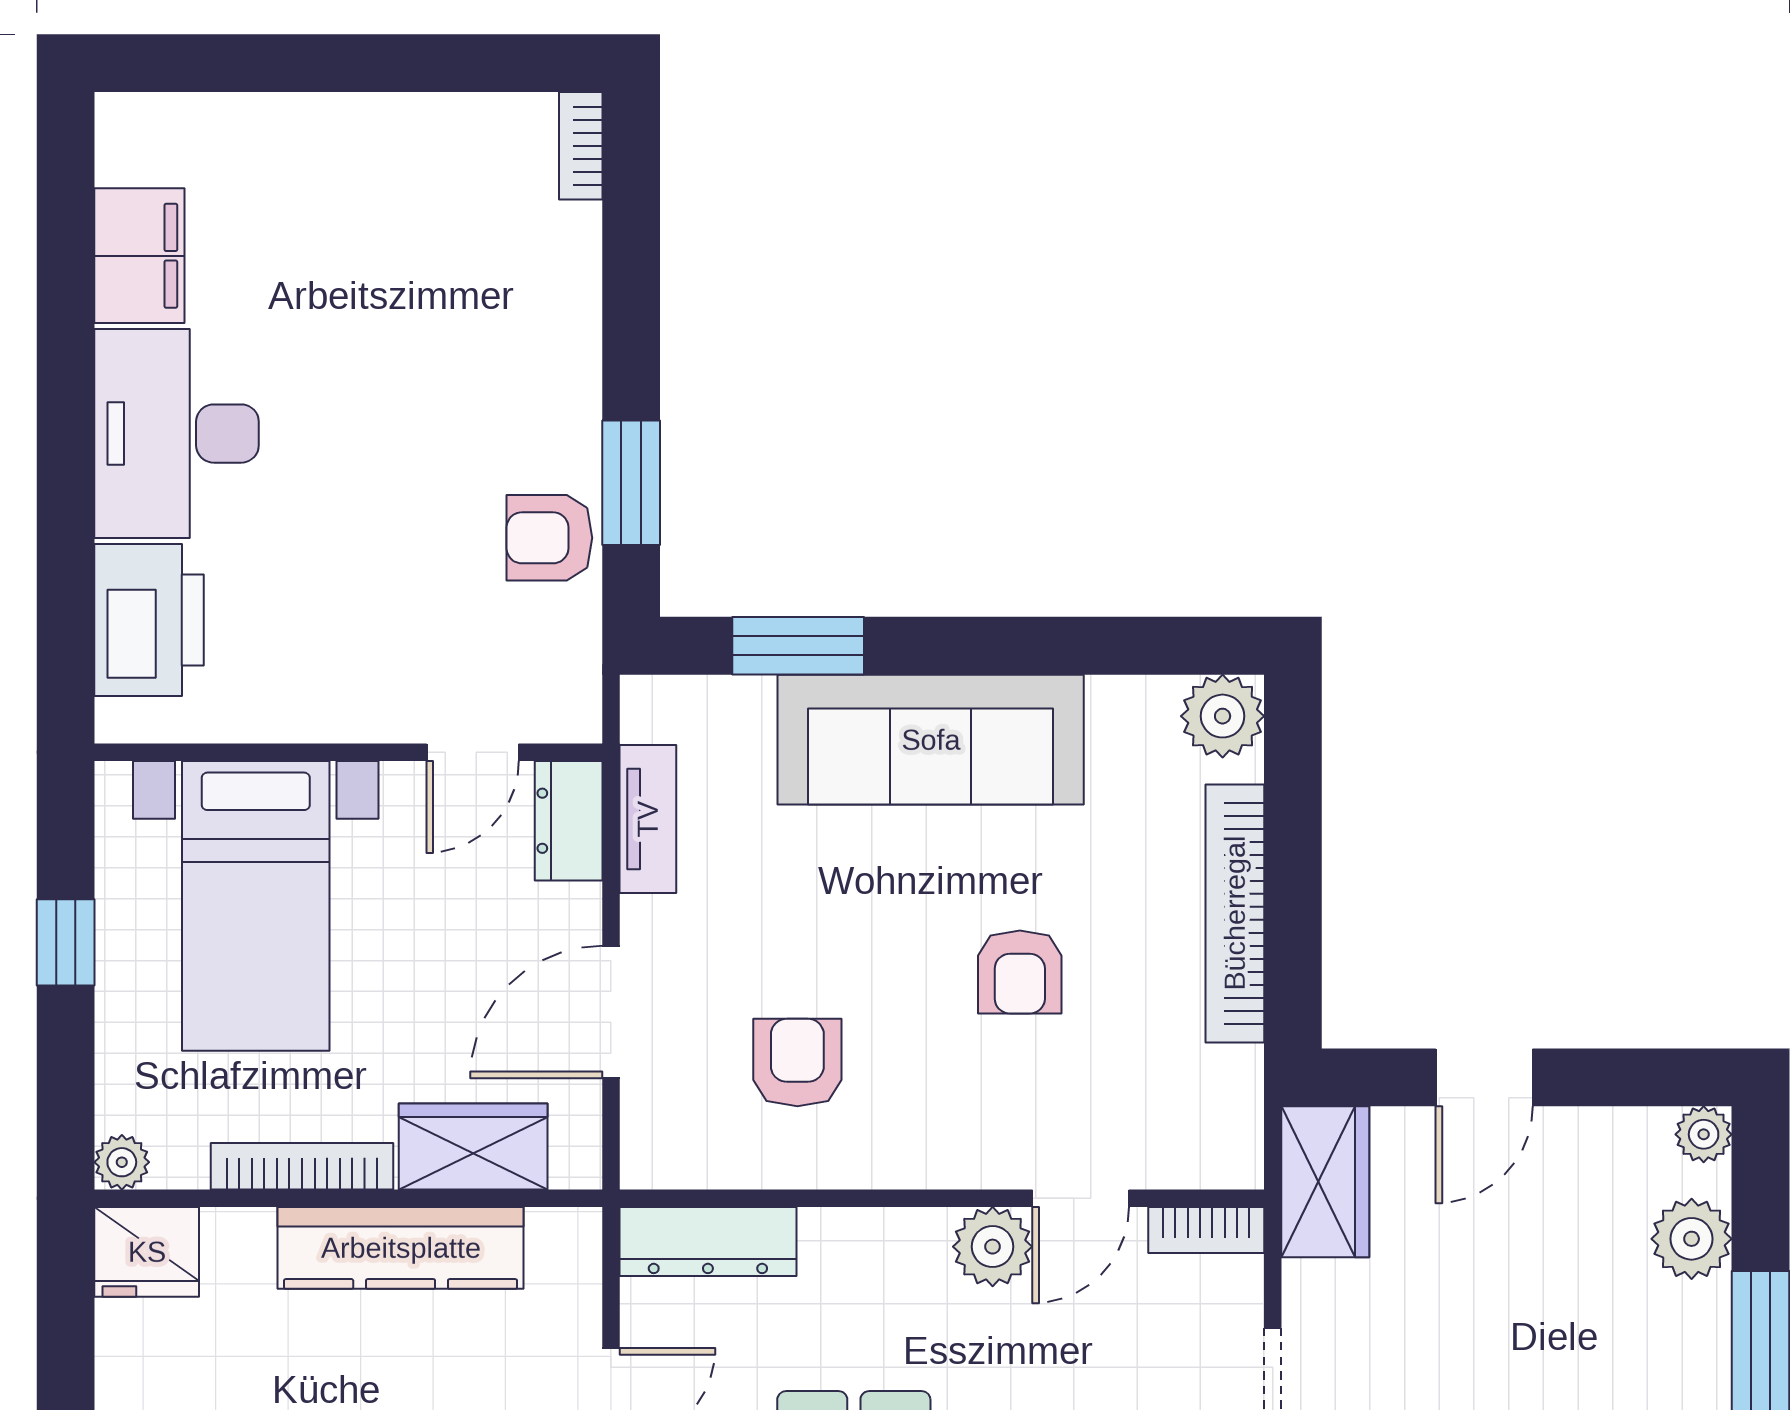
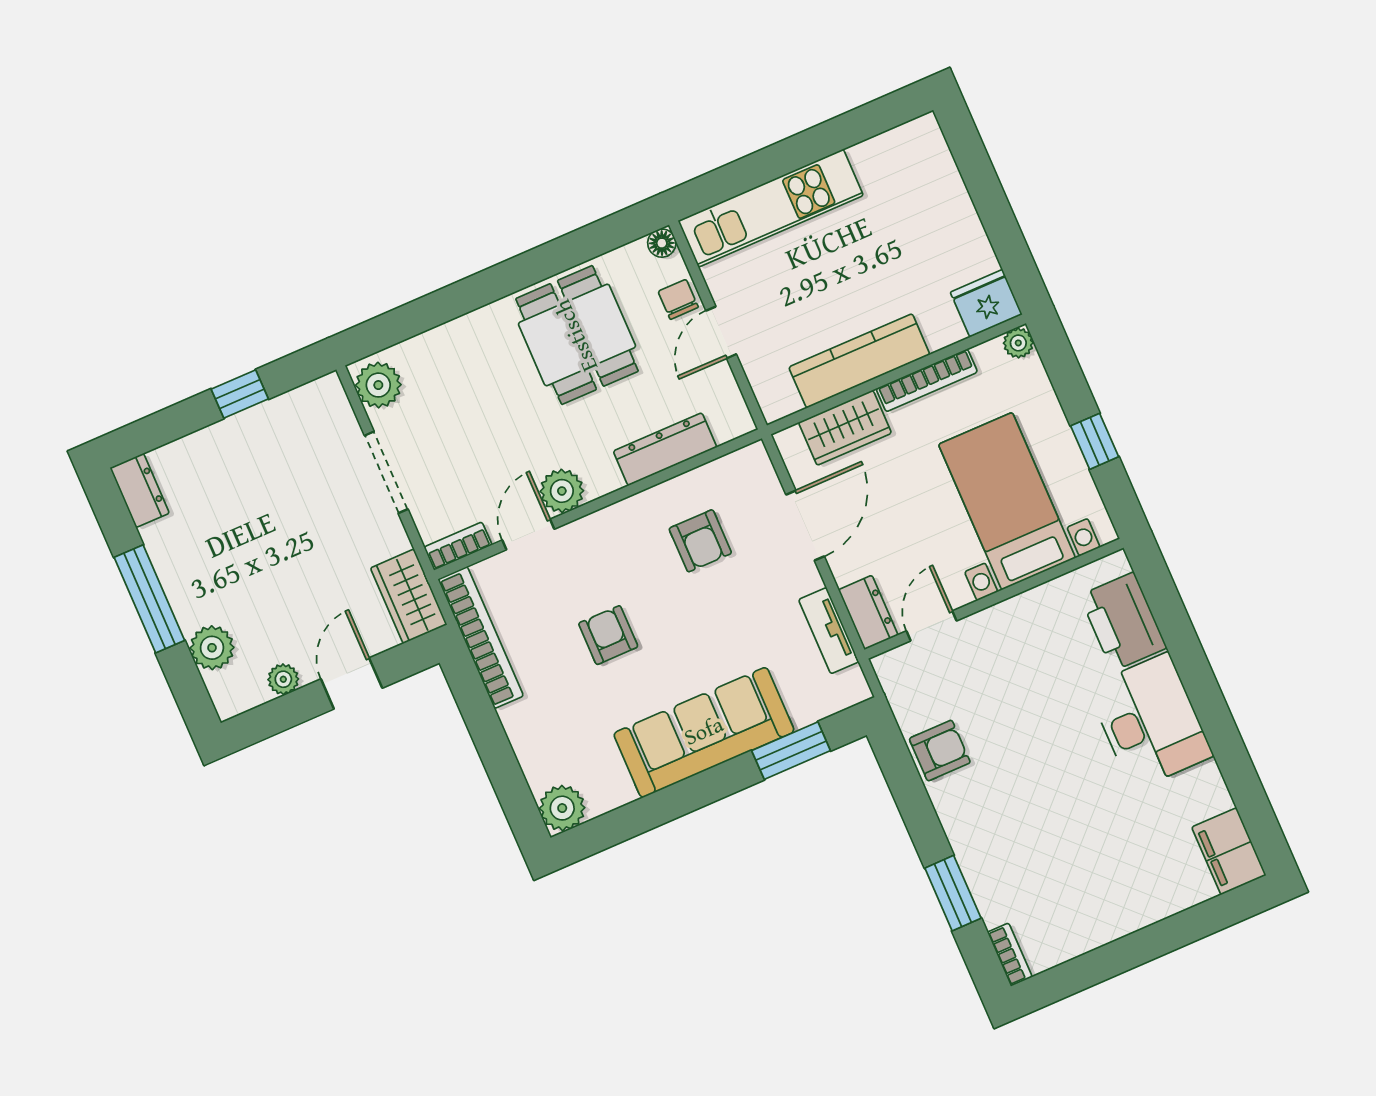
filing cabinet: (139, 256) -> (1229, 851), moved
window: (631, 483) -> (953, 893), moved
bookcase: (1235, 913) -> (481, 638), moved
plant: (1704, 1134) -> (283, 679), moved
dresser: (708, 1241) -> (665, 449), moved

